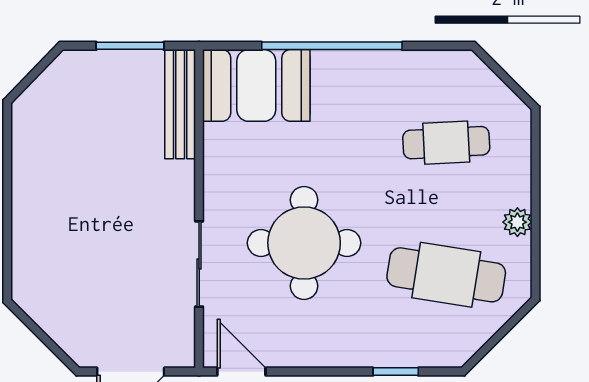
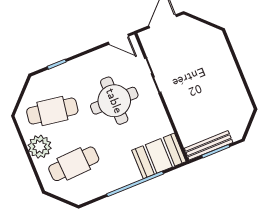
bench: (180, 104) -> (209, 145), moved, turned 90
cafe table: (446, 143) -> (74, 164), width x1.37, depth x1.35
plant: (517, 222) -> (40, 147), width x1.88, depth x1.88

